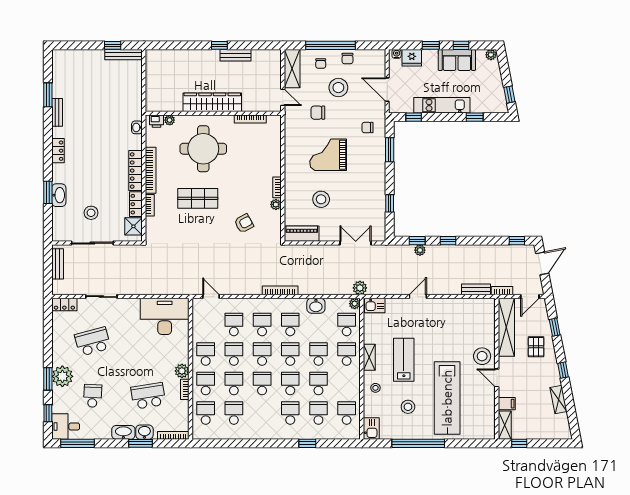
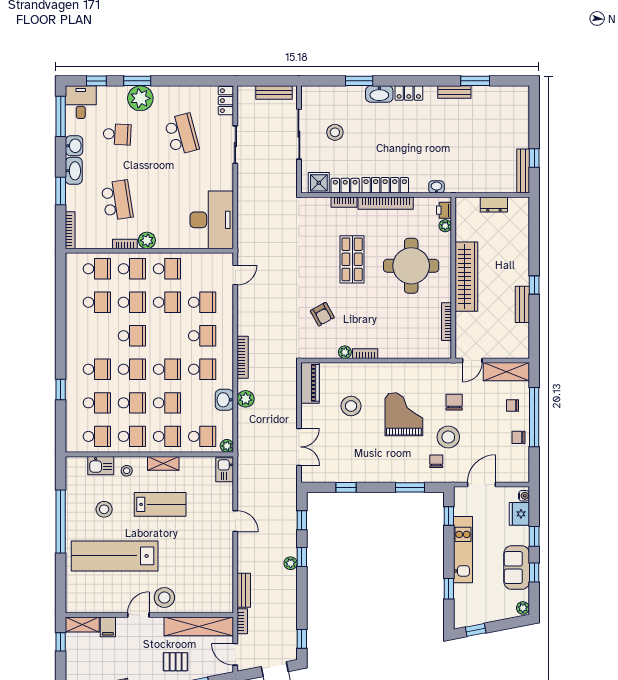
dresser: (152, 79) -> (494, 205), added
stool: (338, 88) -> (448, 437), moved
washbasin: (59, 195) -> (379, 94), moved
plant: (420, 250) -> (291, 563), moved
plant: (360, 288) -> (246, 399), moved
school desk: (262, 354) -> (132, 436), moved
kitchen sink: (371, 428) -> (101, 466), moved
washbasin: (144, 432) -> (74, 146), moved

